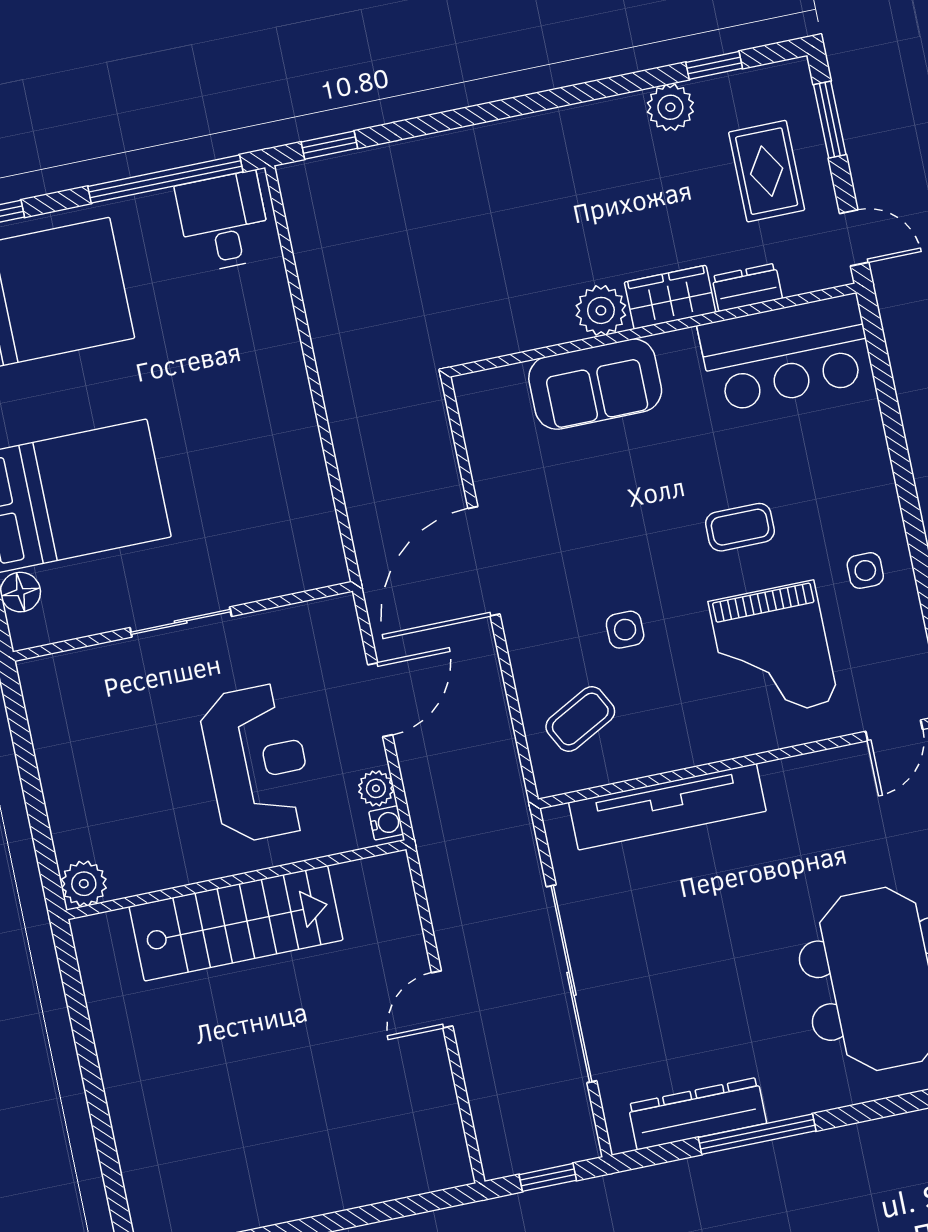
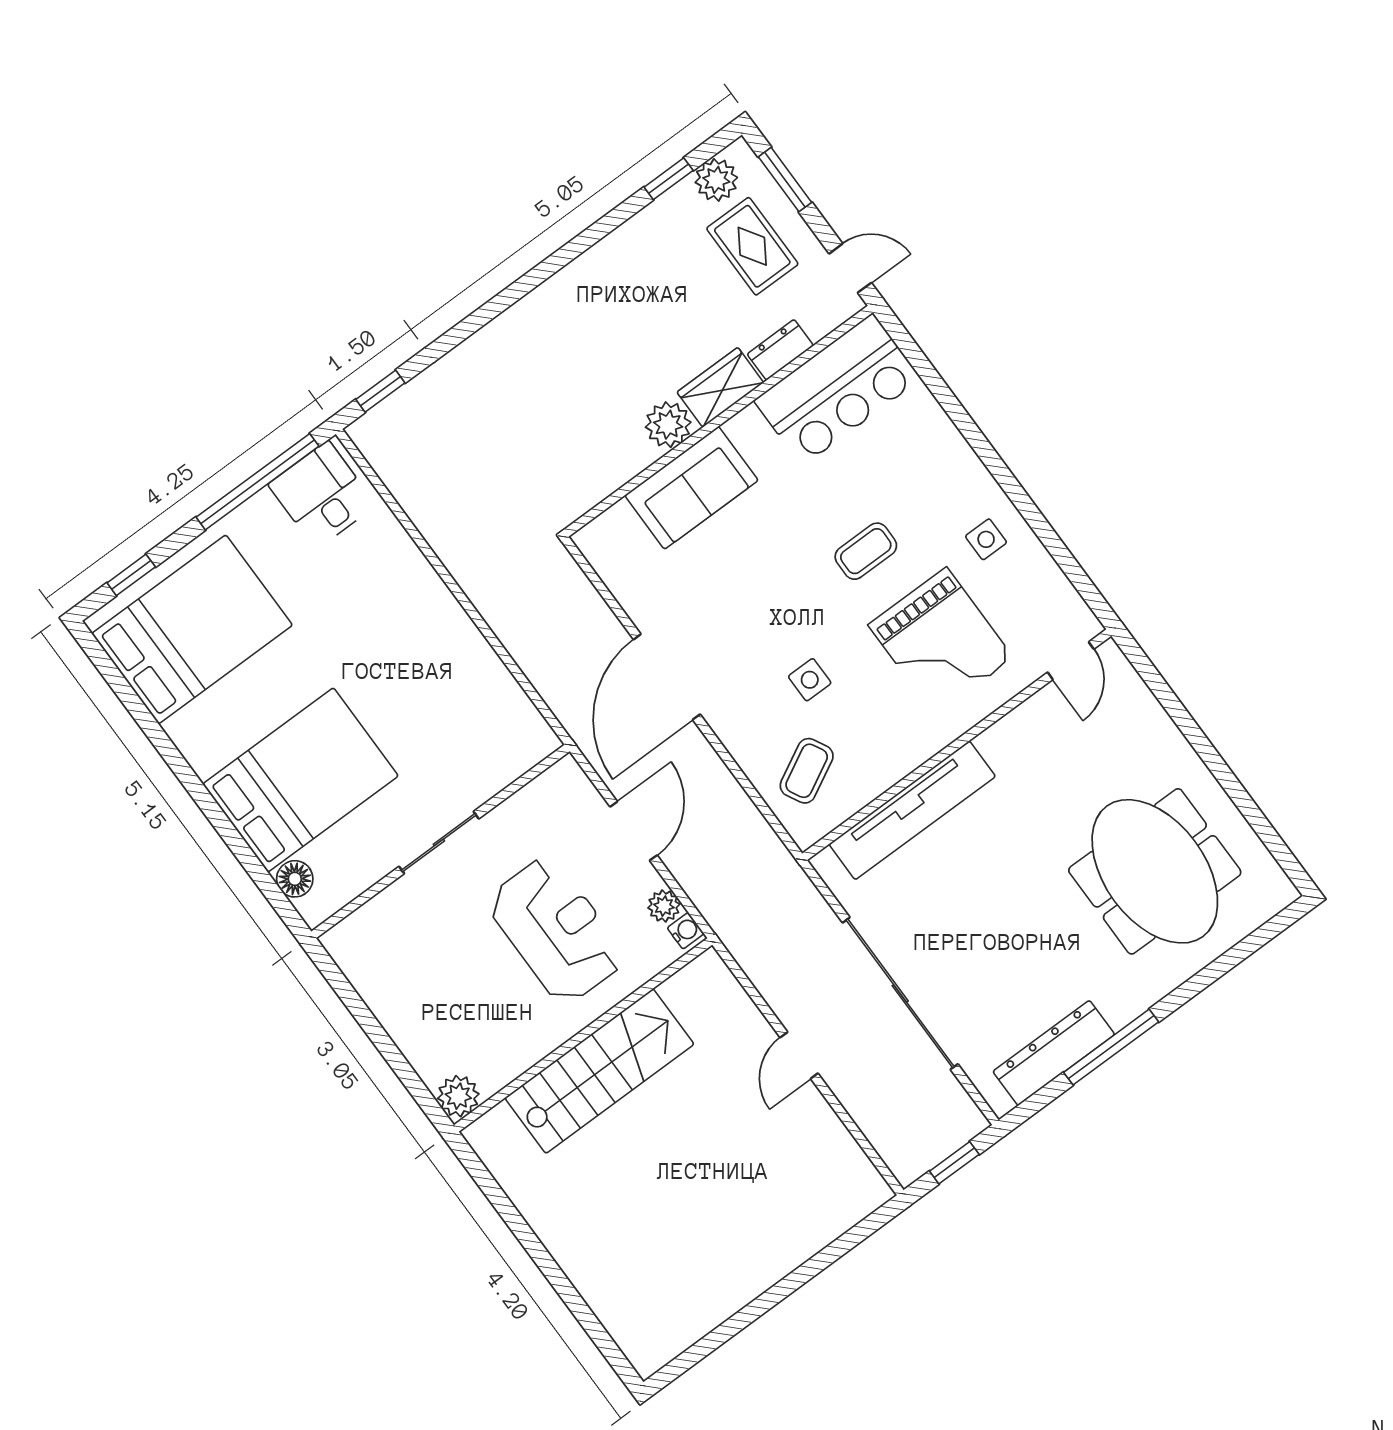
plant: (670, 107) -> (716, 180), moved

